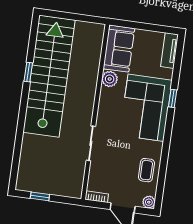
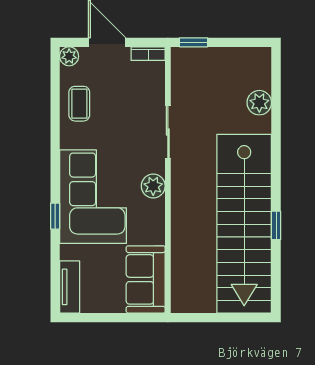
plant: (110, 79) -> (153, 186), moved
plant: (28, 154) -> (259, 103), added
window: (40, 196) -> (194, 42), moved

